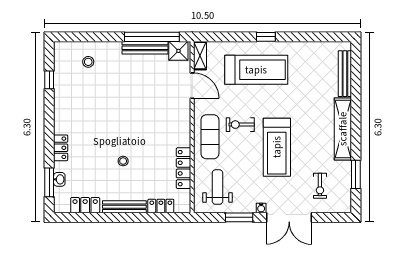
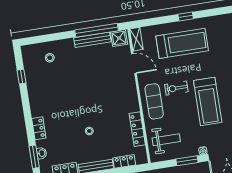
weight bench: (218, 187) -> (166, 140), turned 90

